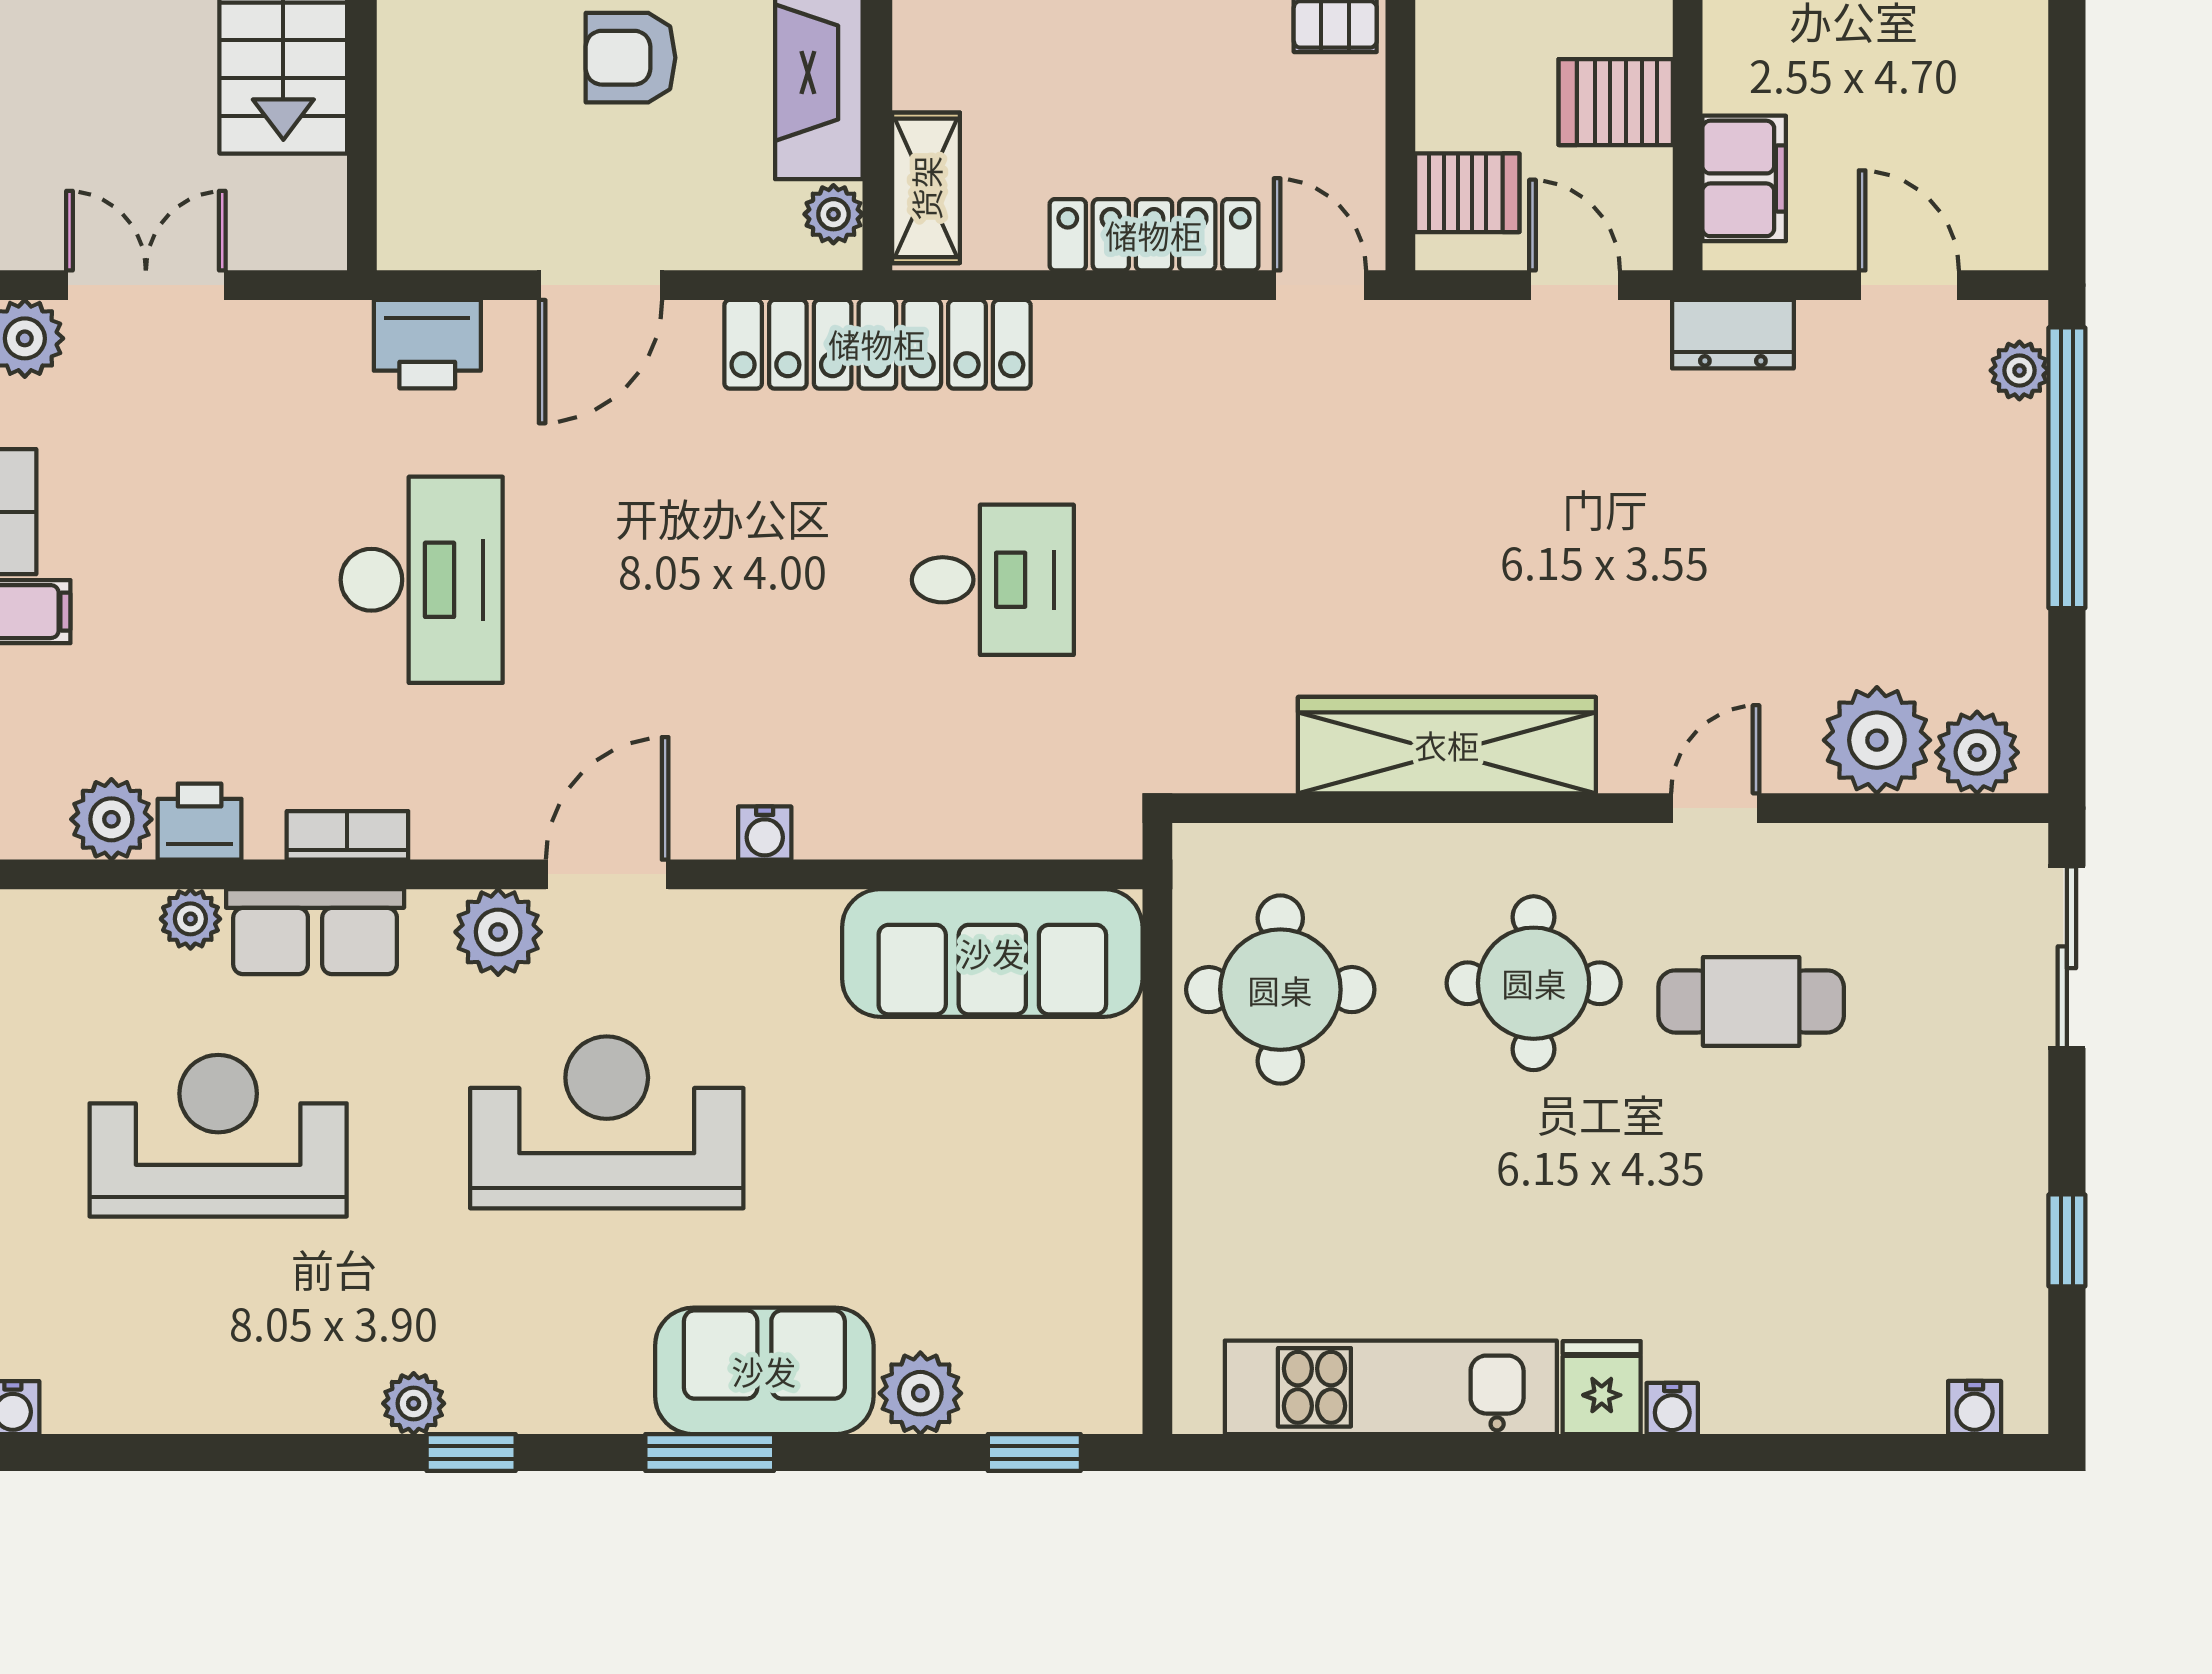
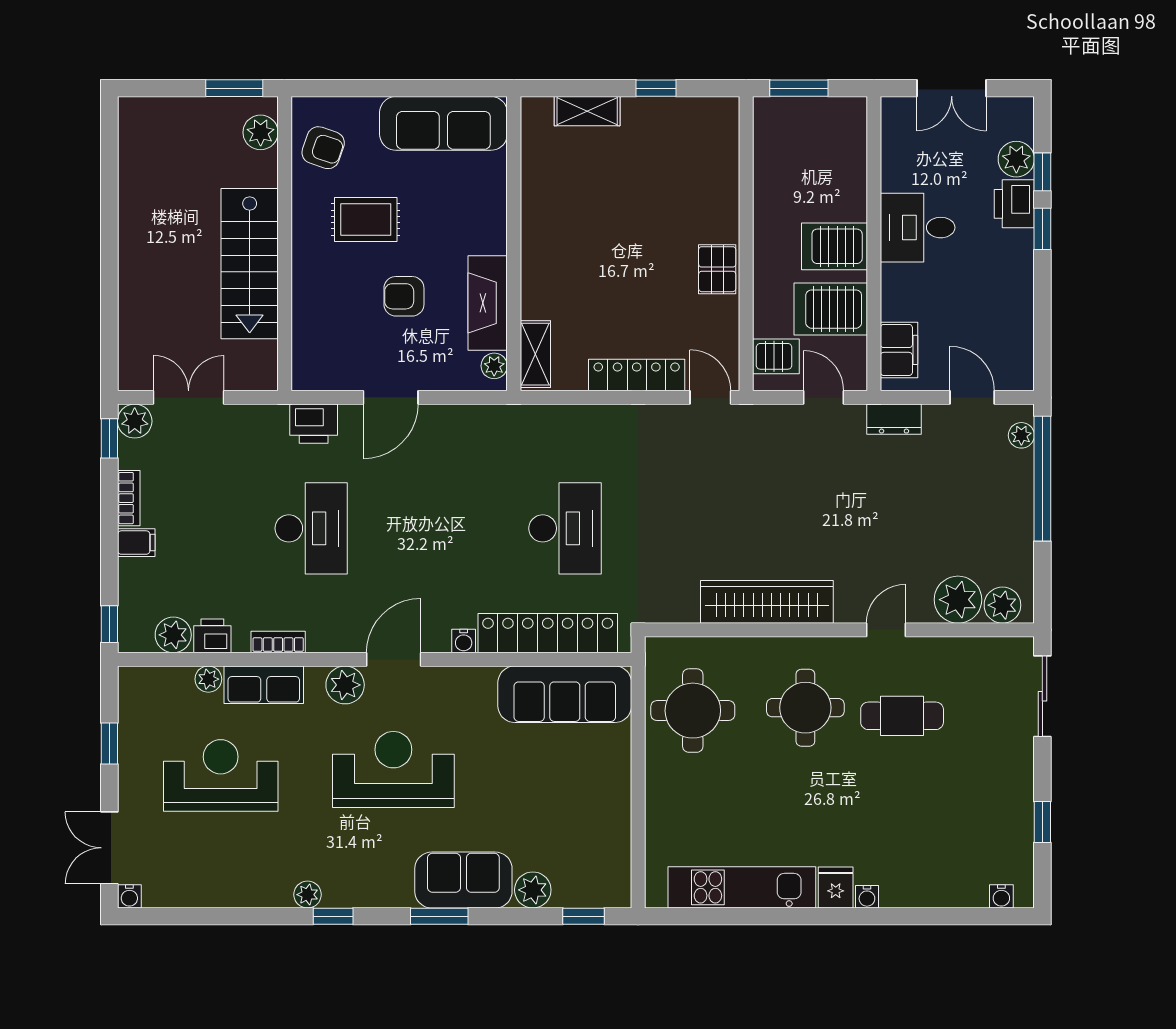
server rack: (1616, 102) -> (831, 309), width x1.36, depth x1.44
locker: (877, 344) -> (548, 633), moved, turned 180
desk: (993, 580) -> (565, 528), width x1.37

